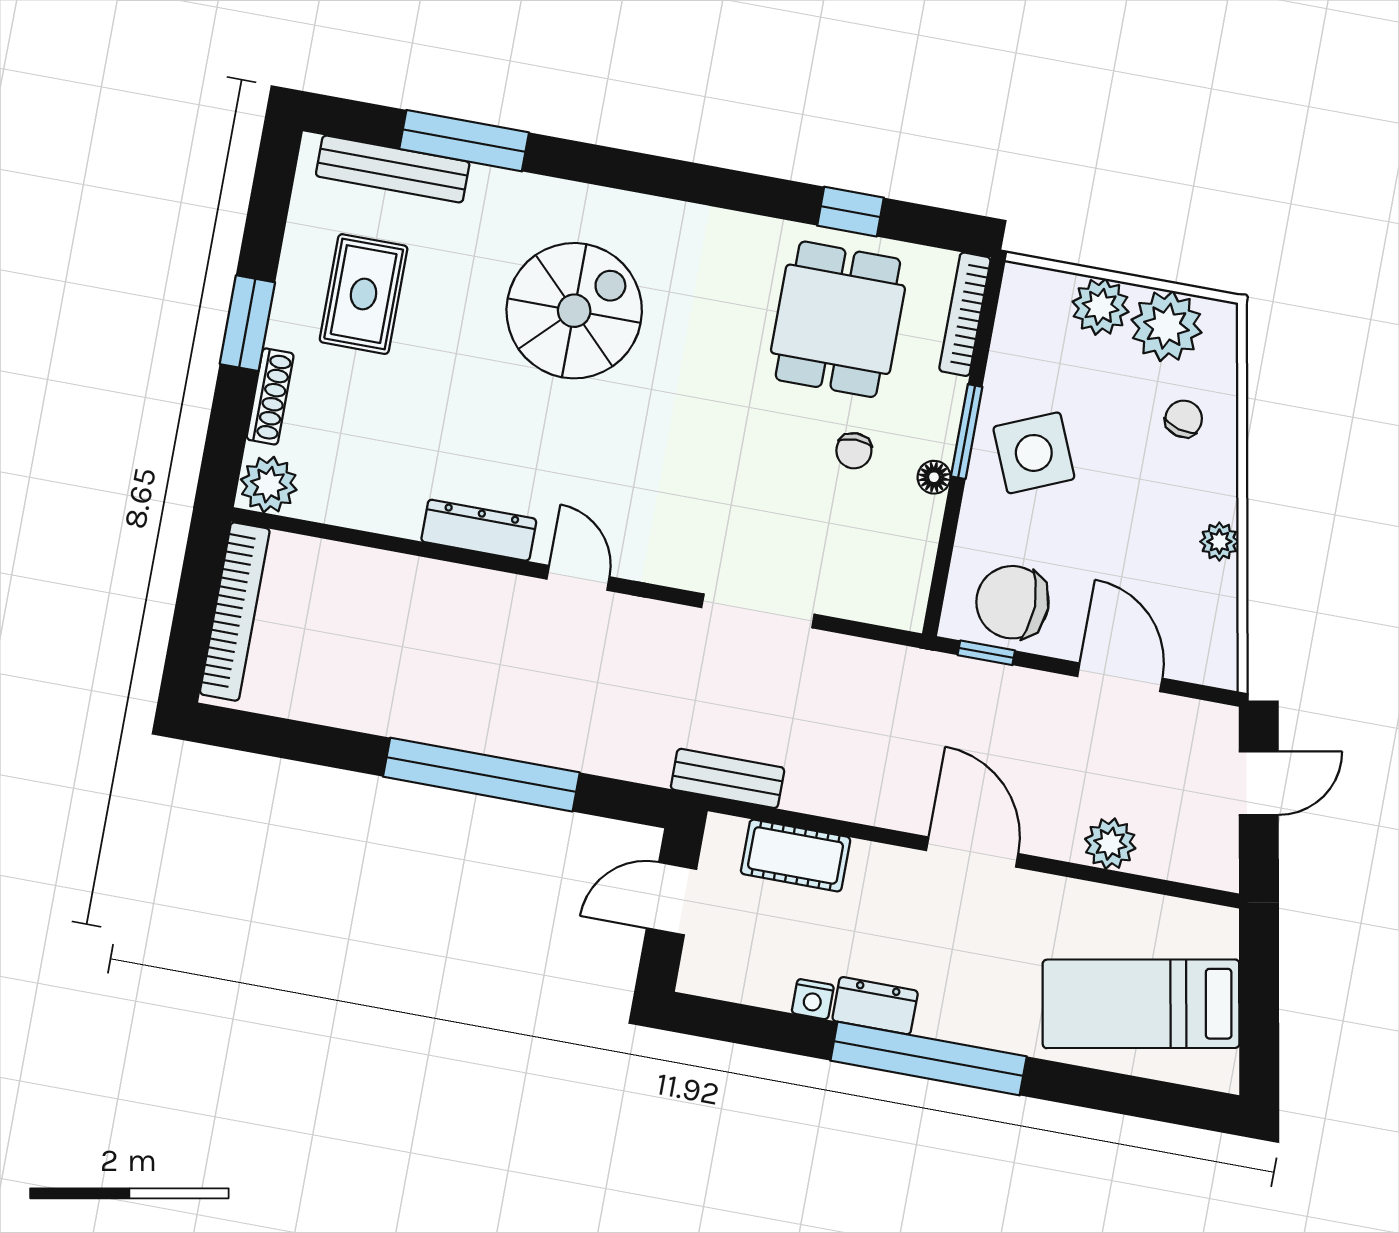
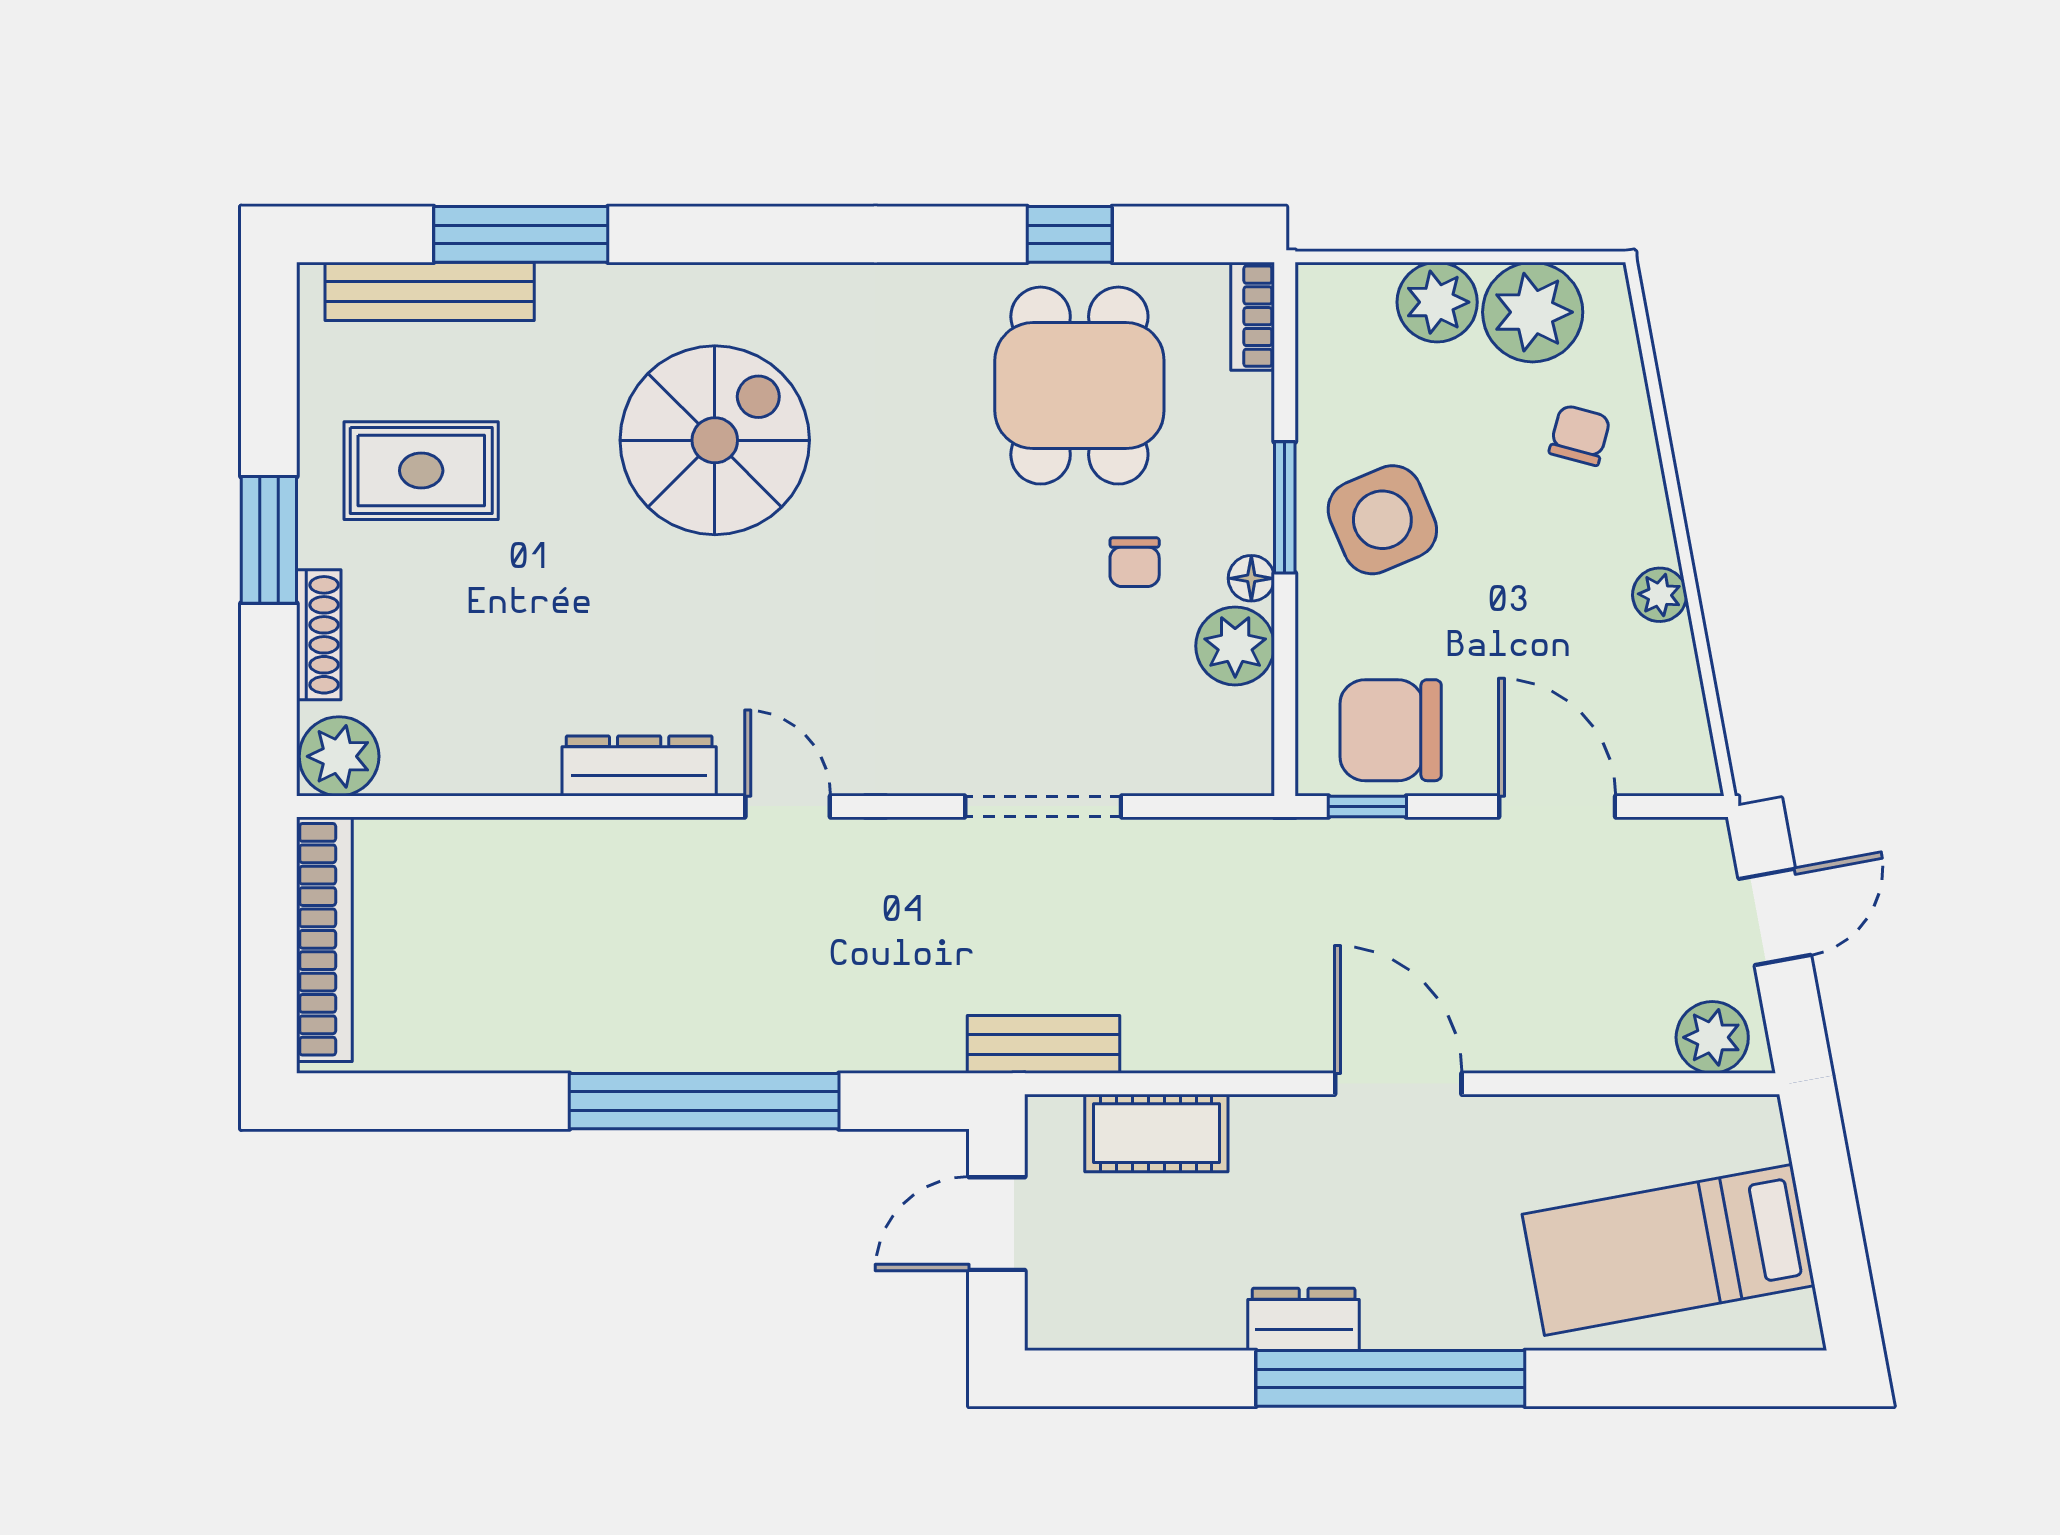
rug: (364, 294) -> (421, 471), turned 90
bookcase: (965, 314) -> (1253, 316), width x0.64
plant: (914, 523) -> (1235, 646), added
plant: (1110, 844) -> (1712, 1037), moved
nightstand: (813, 999) -> (1216, 1326), removed

